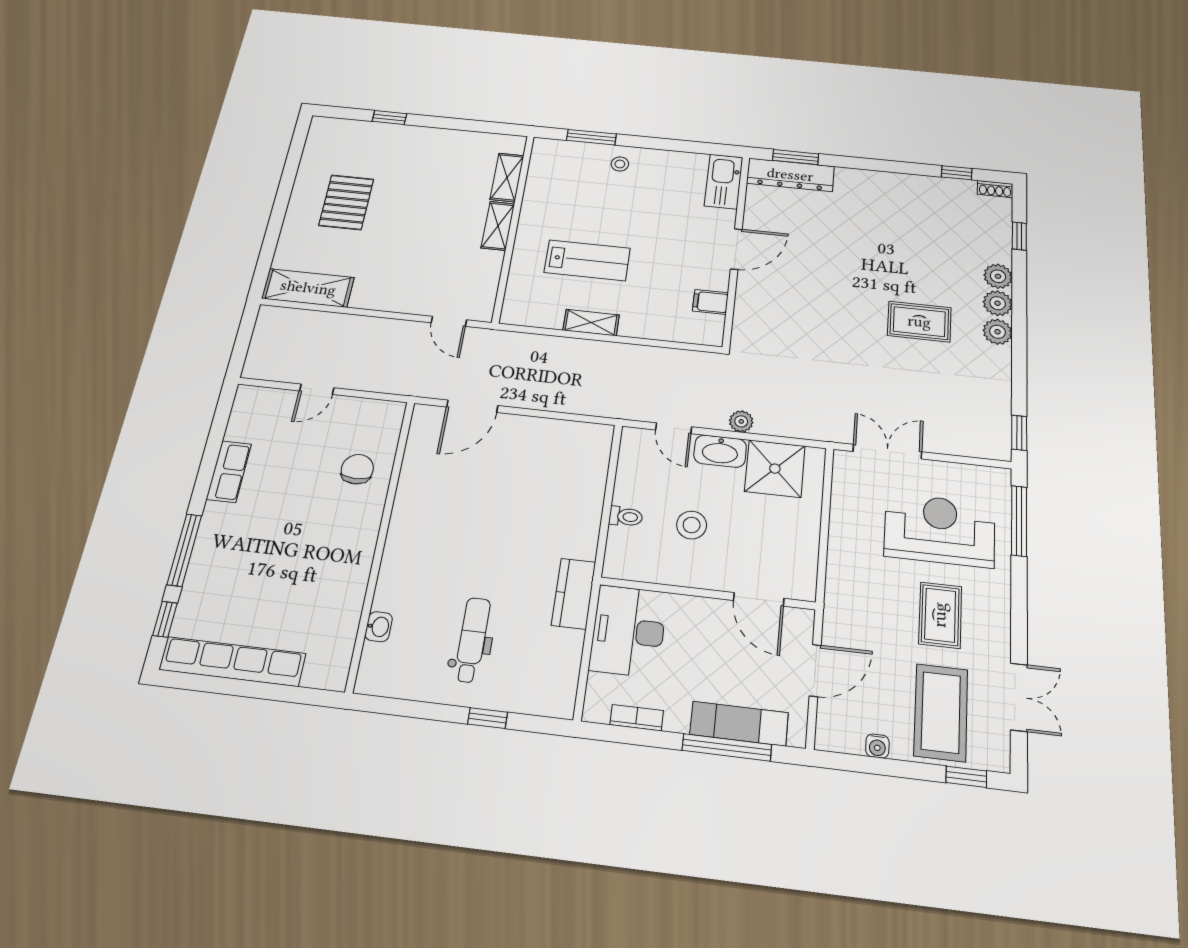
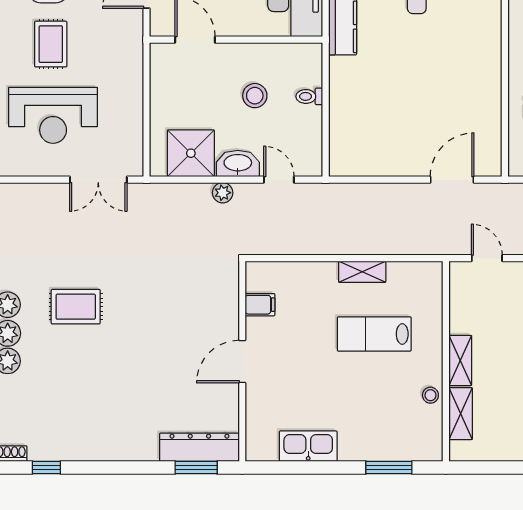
stool: (620, 164) -> (430, 395), moved
kitchen sink: (724, 182) -> (308, 446), moved, turned -90

